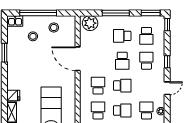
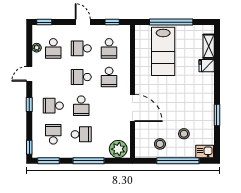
school desk: (122, 61) -> (81, 106), turned 180
school desk: (146, 61) -> (53, 106), turned 90

